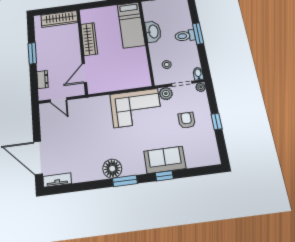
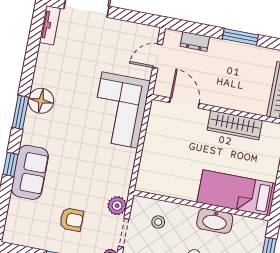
corner sofa: (136, 108) -> (120, 110), moved

